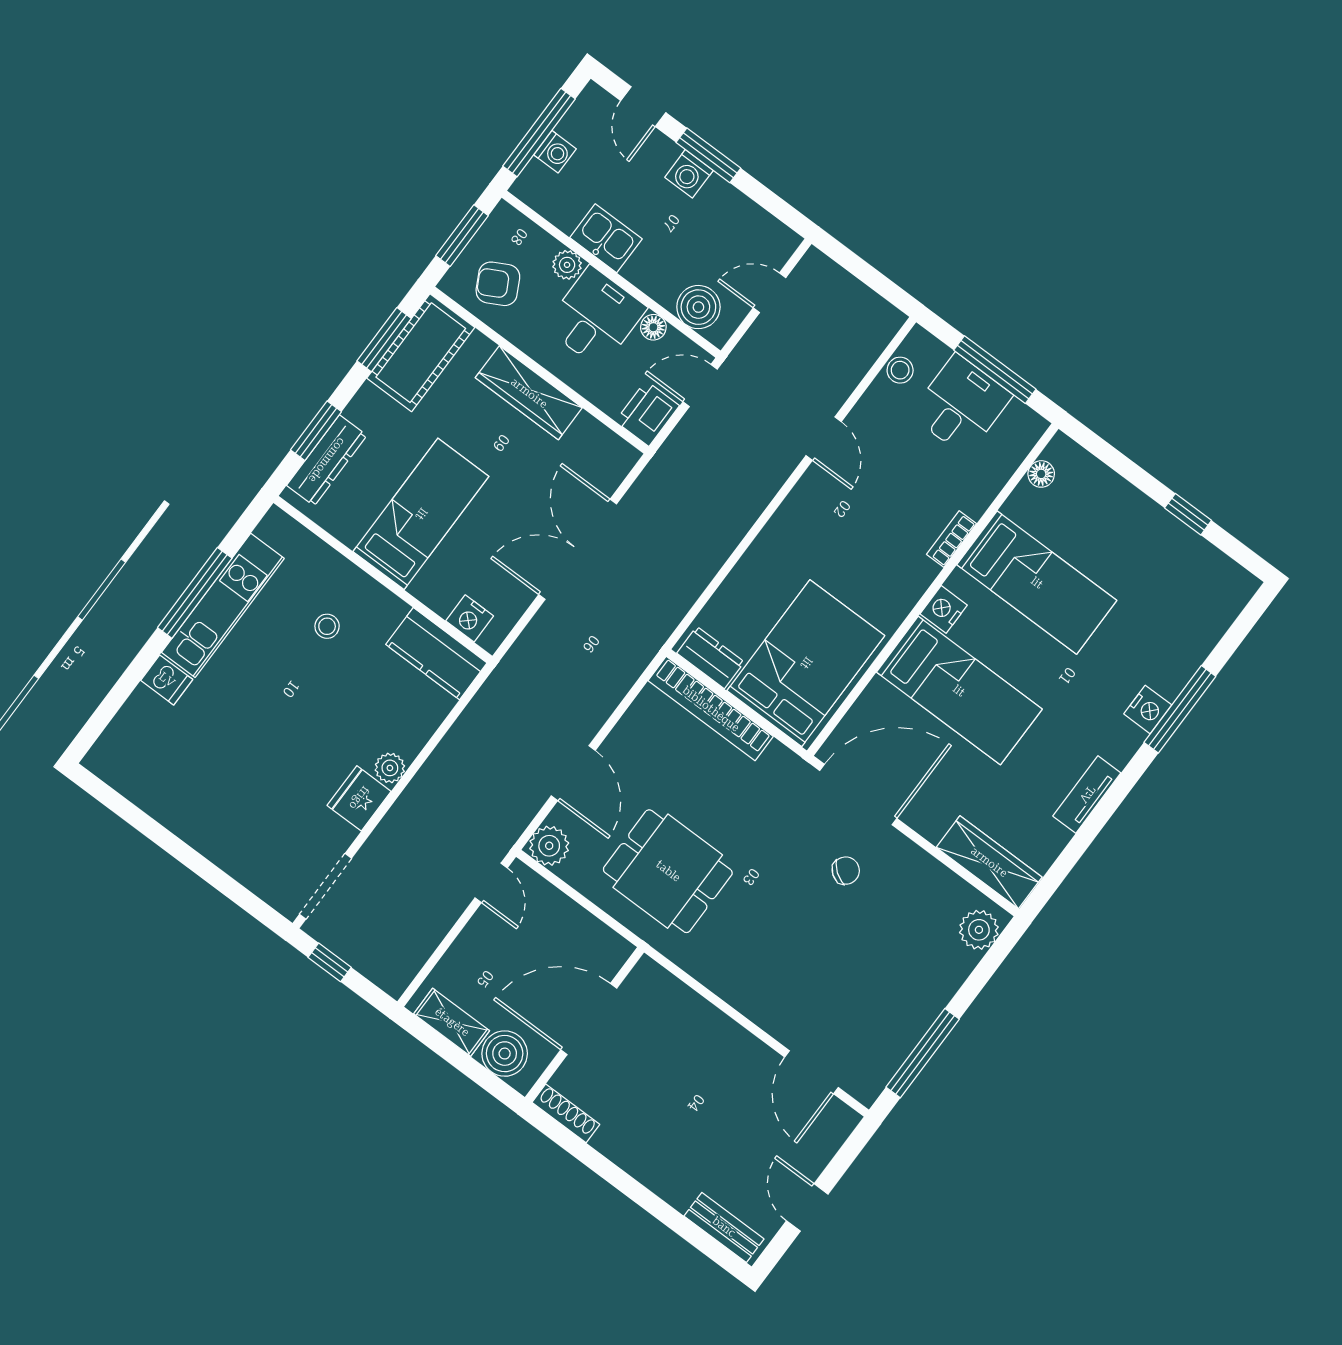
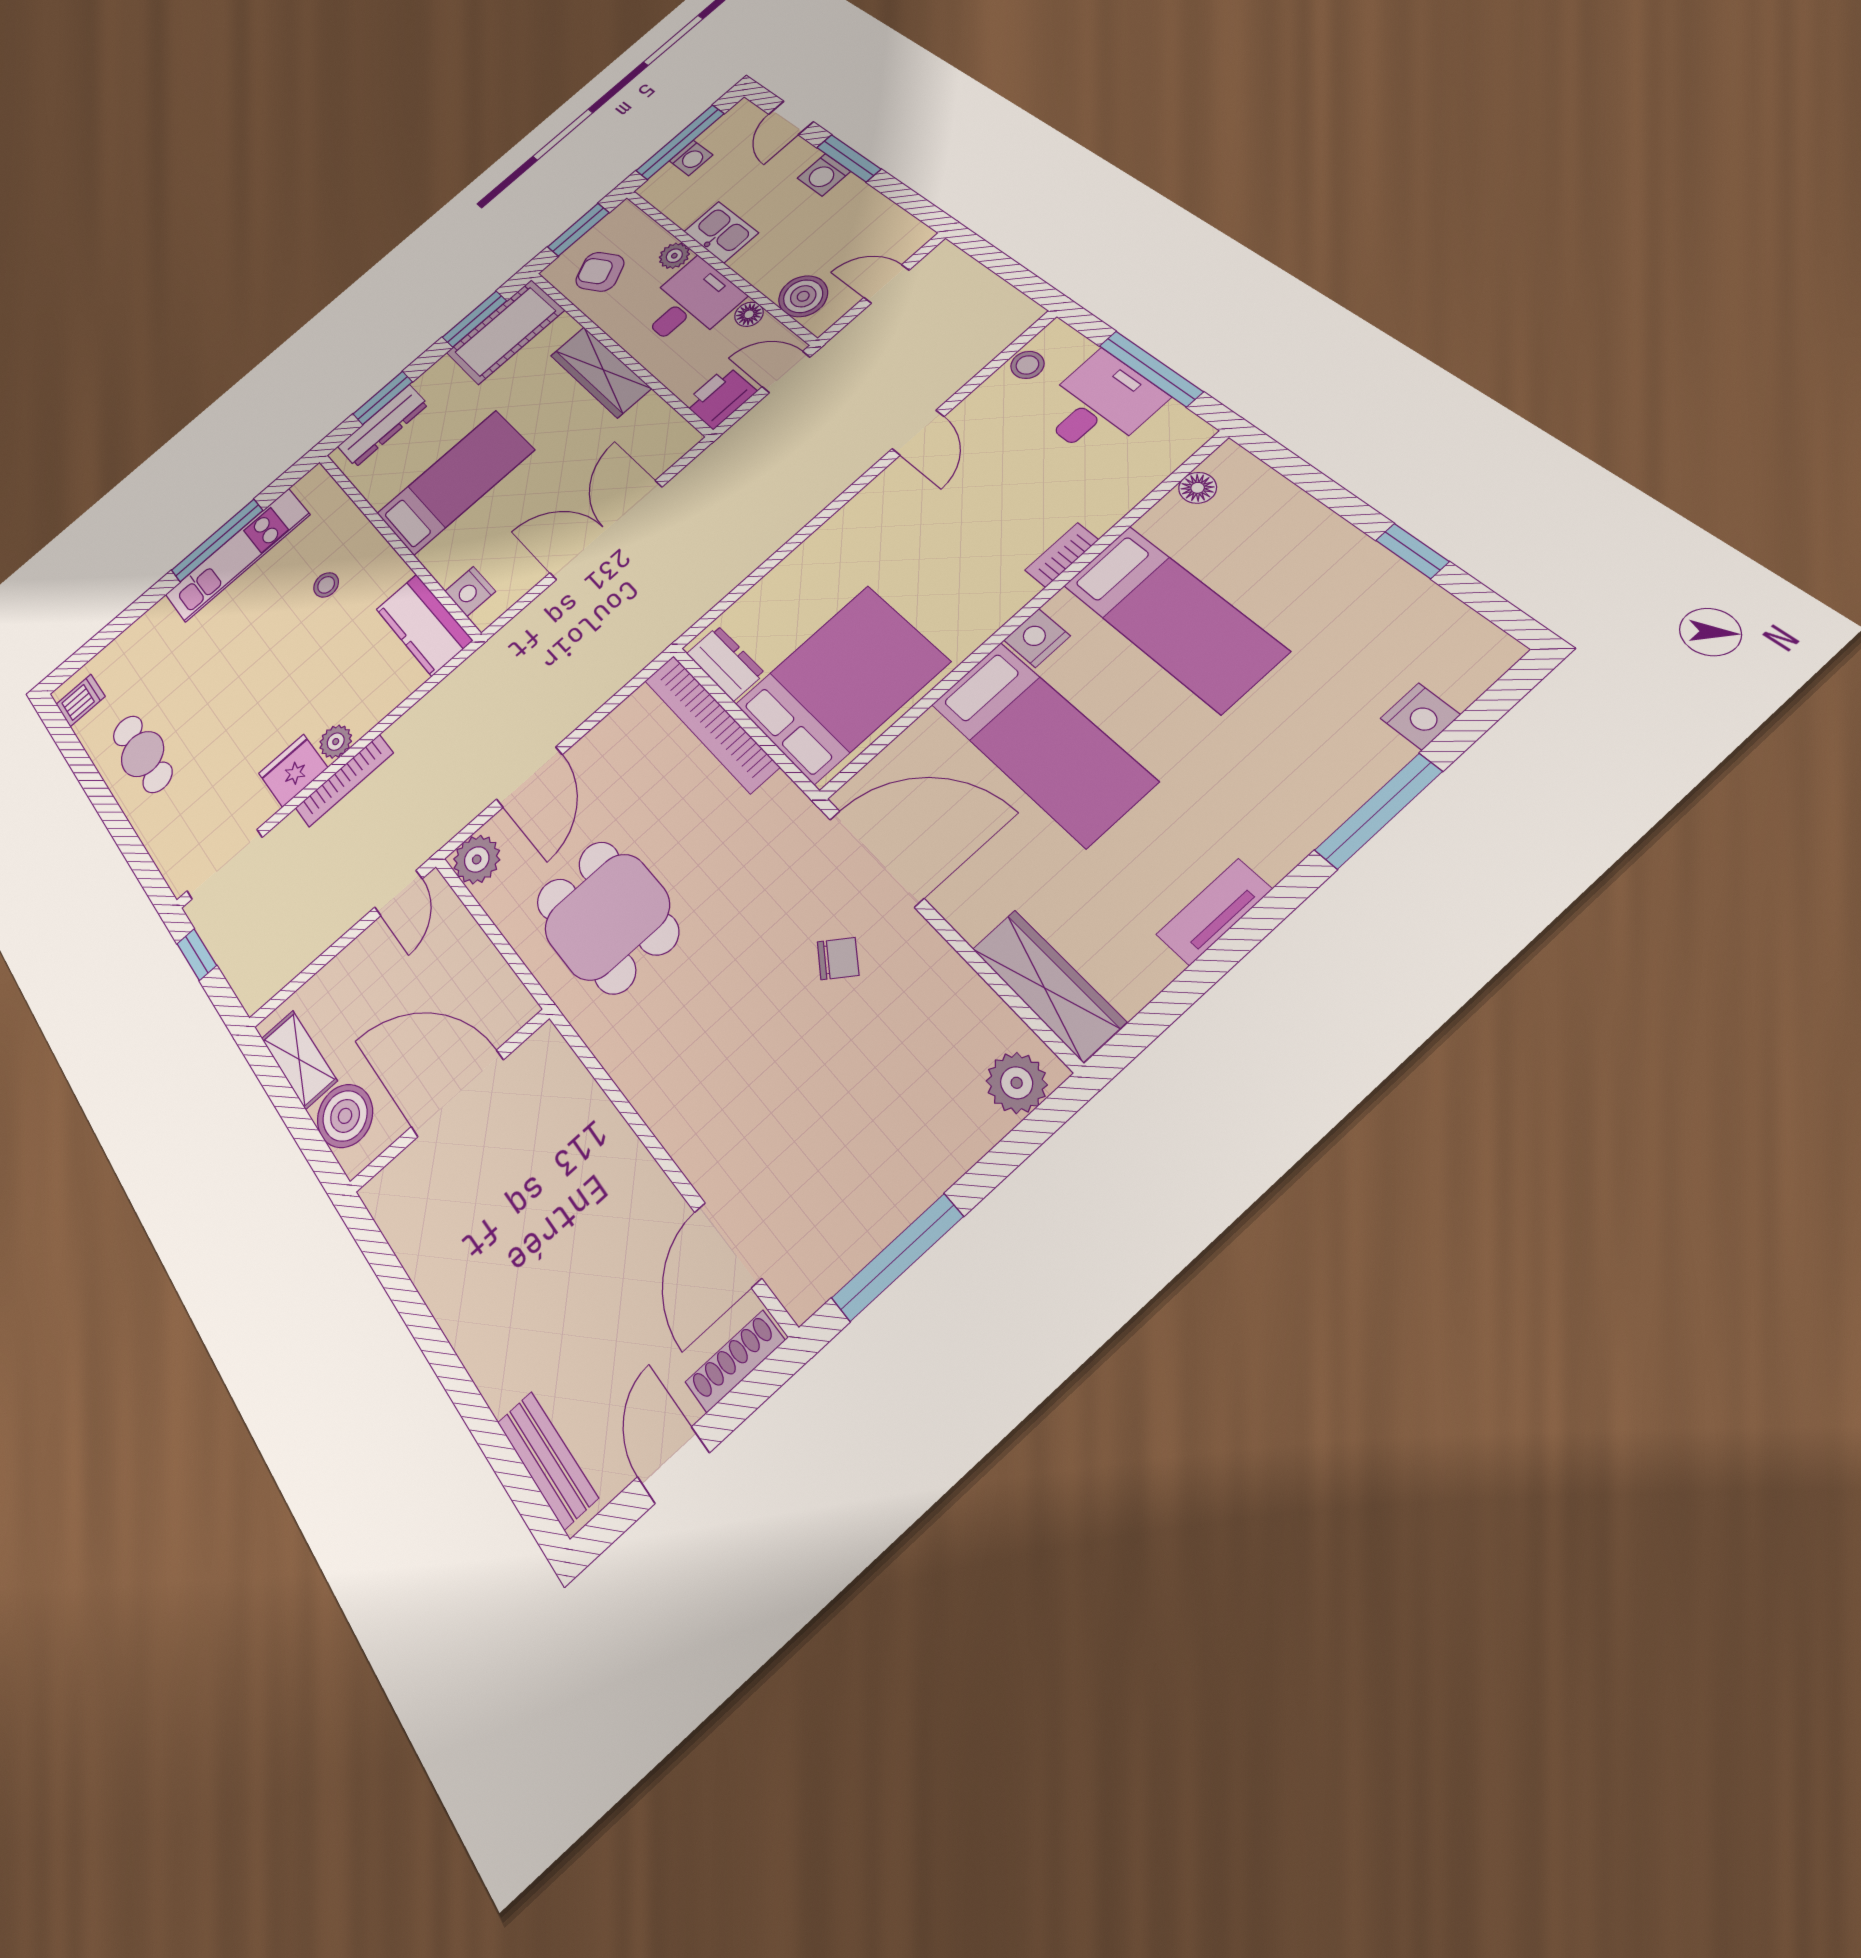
dishwasher: (167, 680) -> (81, 700), moved, turned -90
nightstand: (1148, 709) -> (1420, 717), moved
bookcase: (410, 800) -> (344, 780), added
cafe table: (204, 805) -> (143, 754), added
shoe rack: (566, 1113) -> (735, 1361), moved, turned -90

